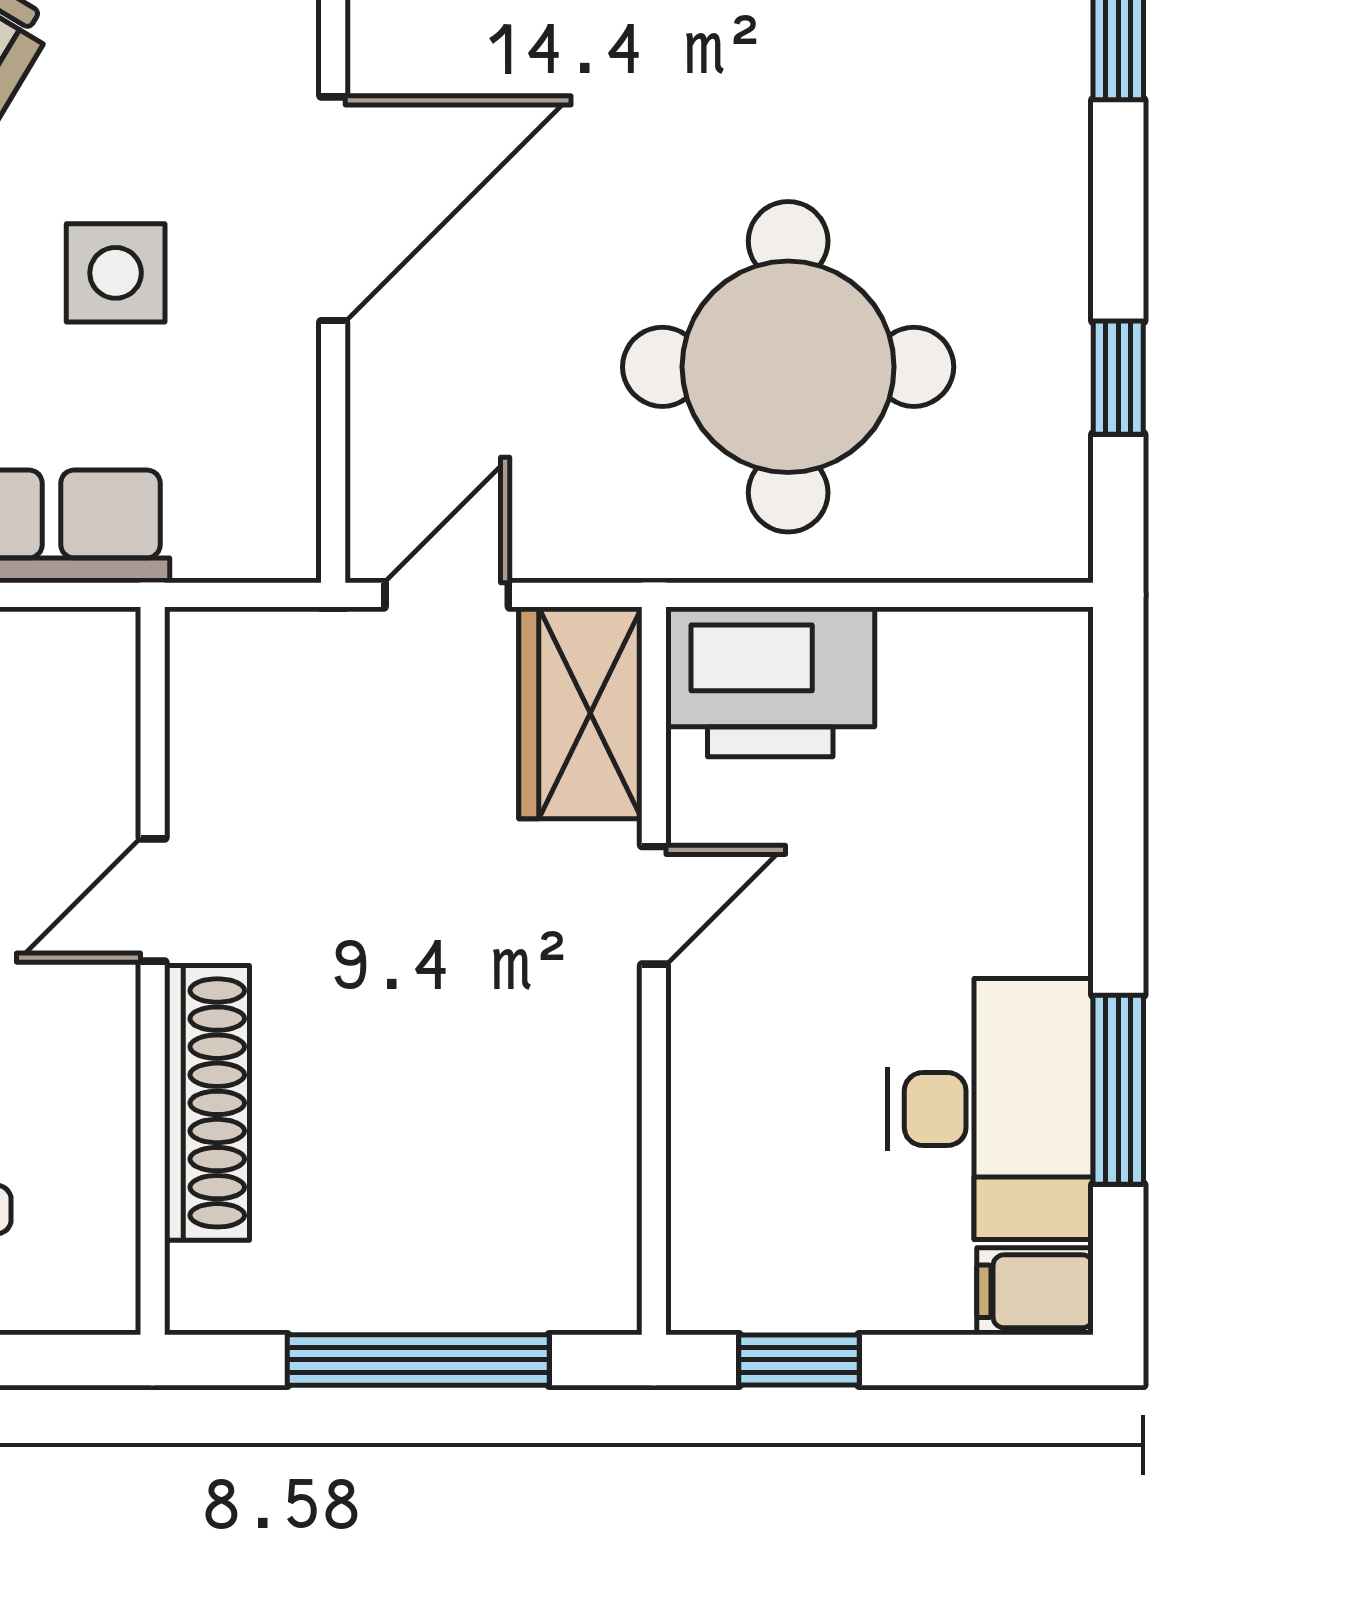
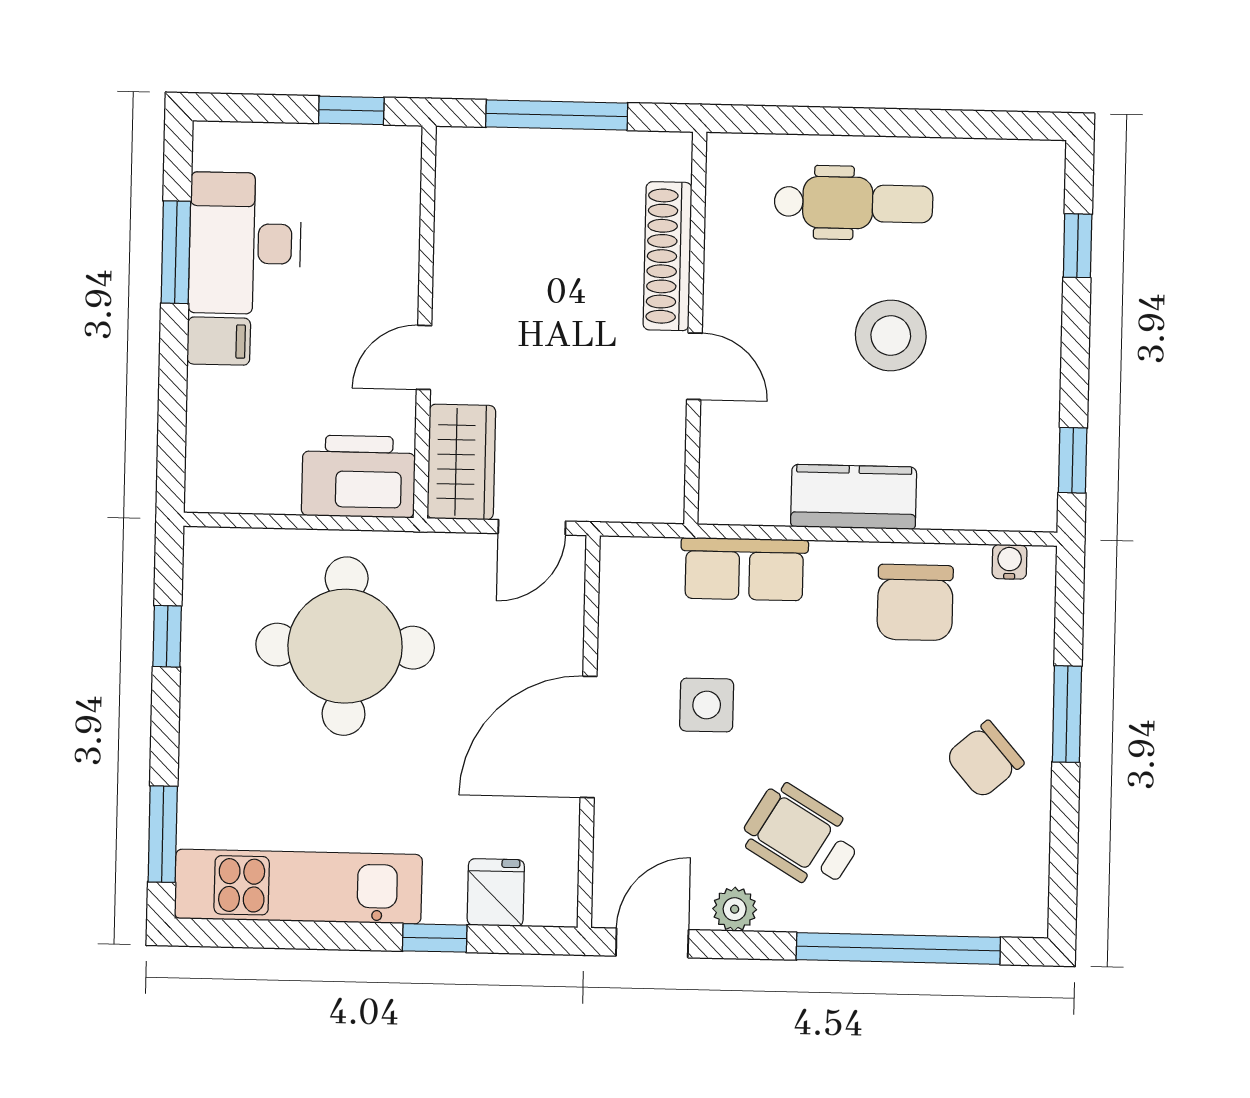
door: (153, 900) -> (694, 366), hinge flipped
filing cabinet: (1035, 1291) -> (219, 341), moved

